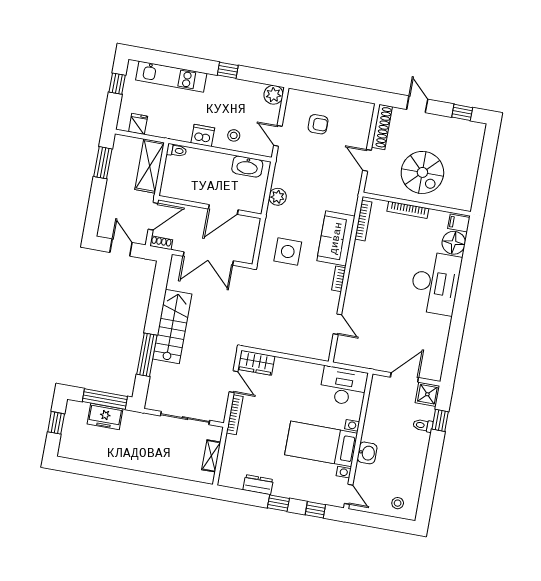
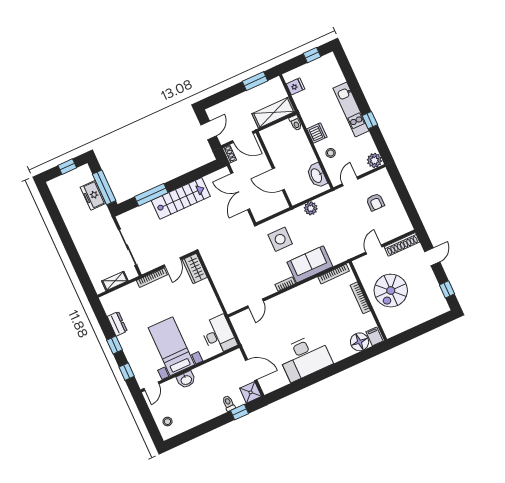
kitchen unit: (171, 77) -> (351, 109), moved
desk: (435, 283) -> (305, 357), moved

